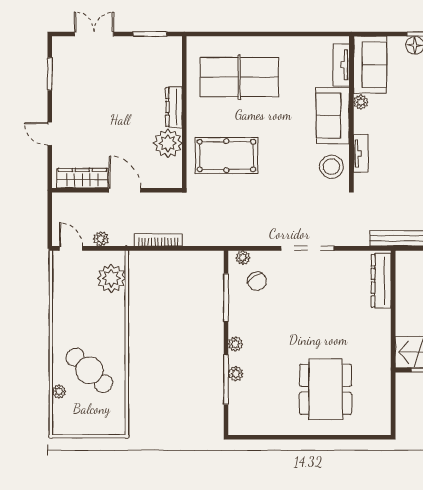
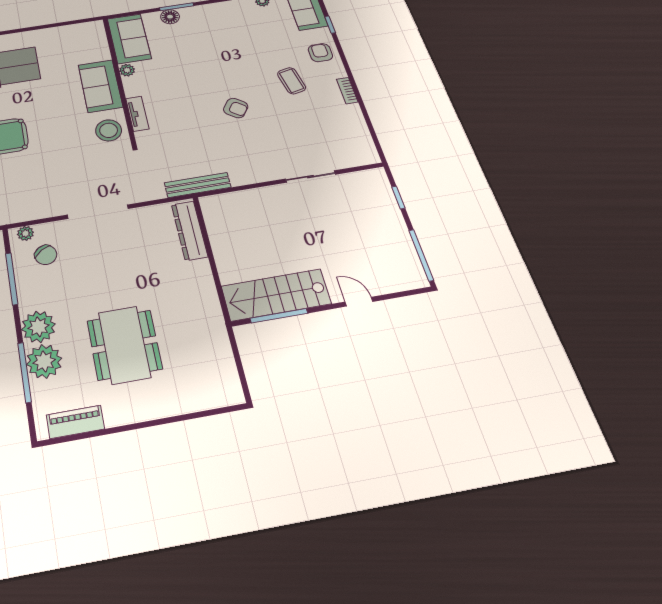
tv unit: (341, 65) -> (100, 43), removed
plant: (236, 344) -> (39, 327), width x1.88, depth x1.88
plant: (236, 374) -> (44, 361), width x1.88, depth x1.88
dining table: (326, 389) -> (124, 345), moved
piano: (259, 426) -> (75, 422), added

